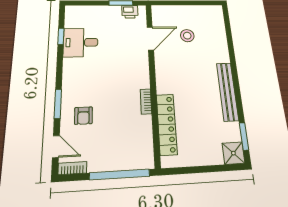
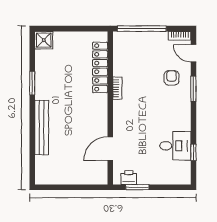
stool: (187, 36) -> (74, 151), removed
bench: (227, 91) -> (42, 127), moved
window: (244, 136) -> (32, 83), moved

